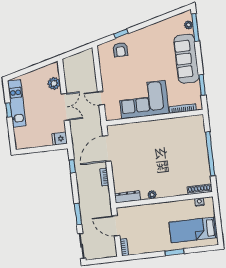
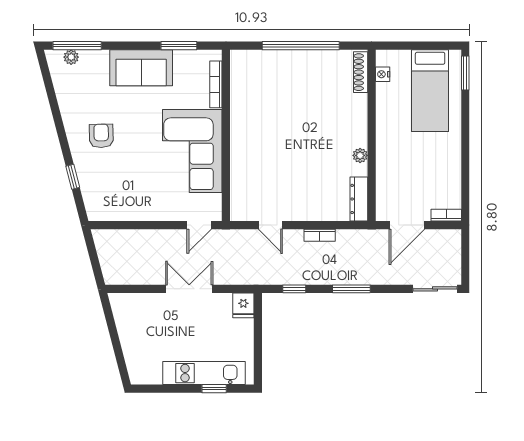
armchair: (120, 50) -> (101, 136), moved, turned -91
sofa: (186, 59) -> (141, 68), width x0.73
plant: (54, 83) -> (146, 304), removed
door: (101, 98) -> (199, 225), moved
kitchen unit: (17, 103) -> (204, 373), moved
window: (9, 110) -> (214, 389), moved
door: (107, 149) -> (270, 225), width x0.53
window: (78, 214) -> (351, 289), moved
window: (174, 252) -> (465, 73), moved

